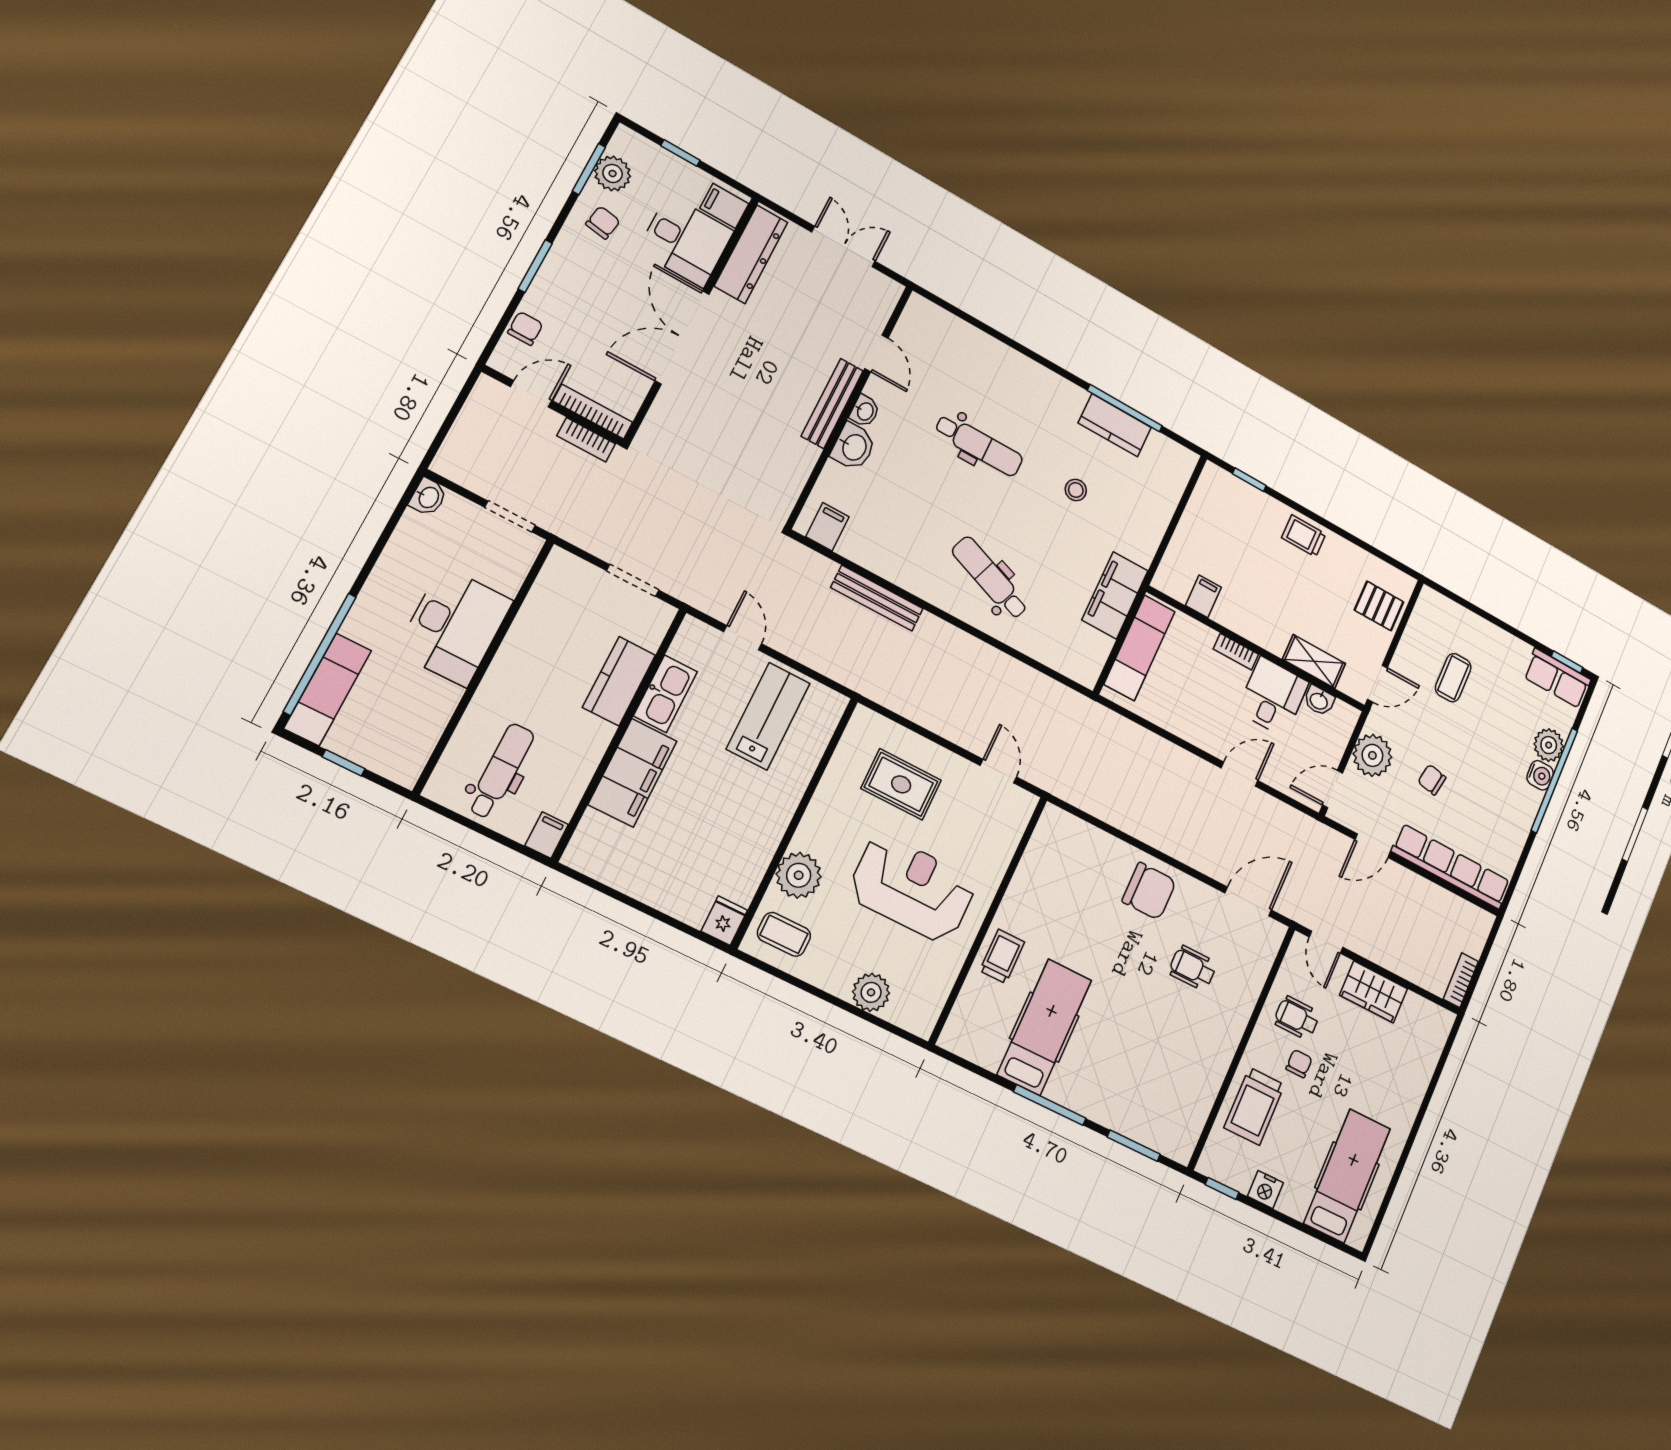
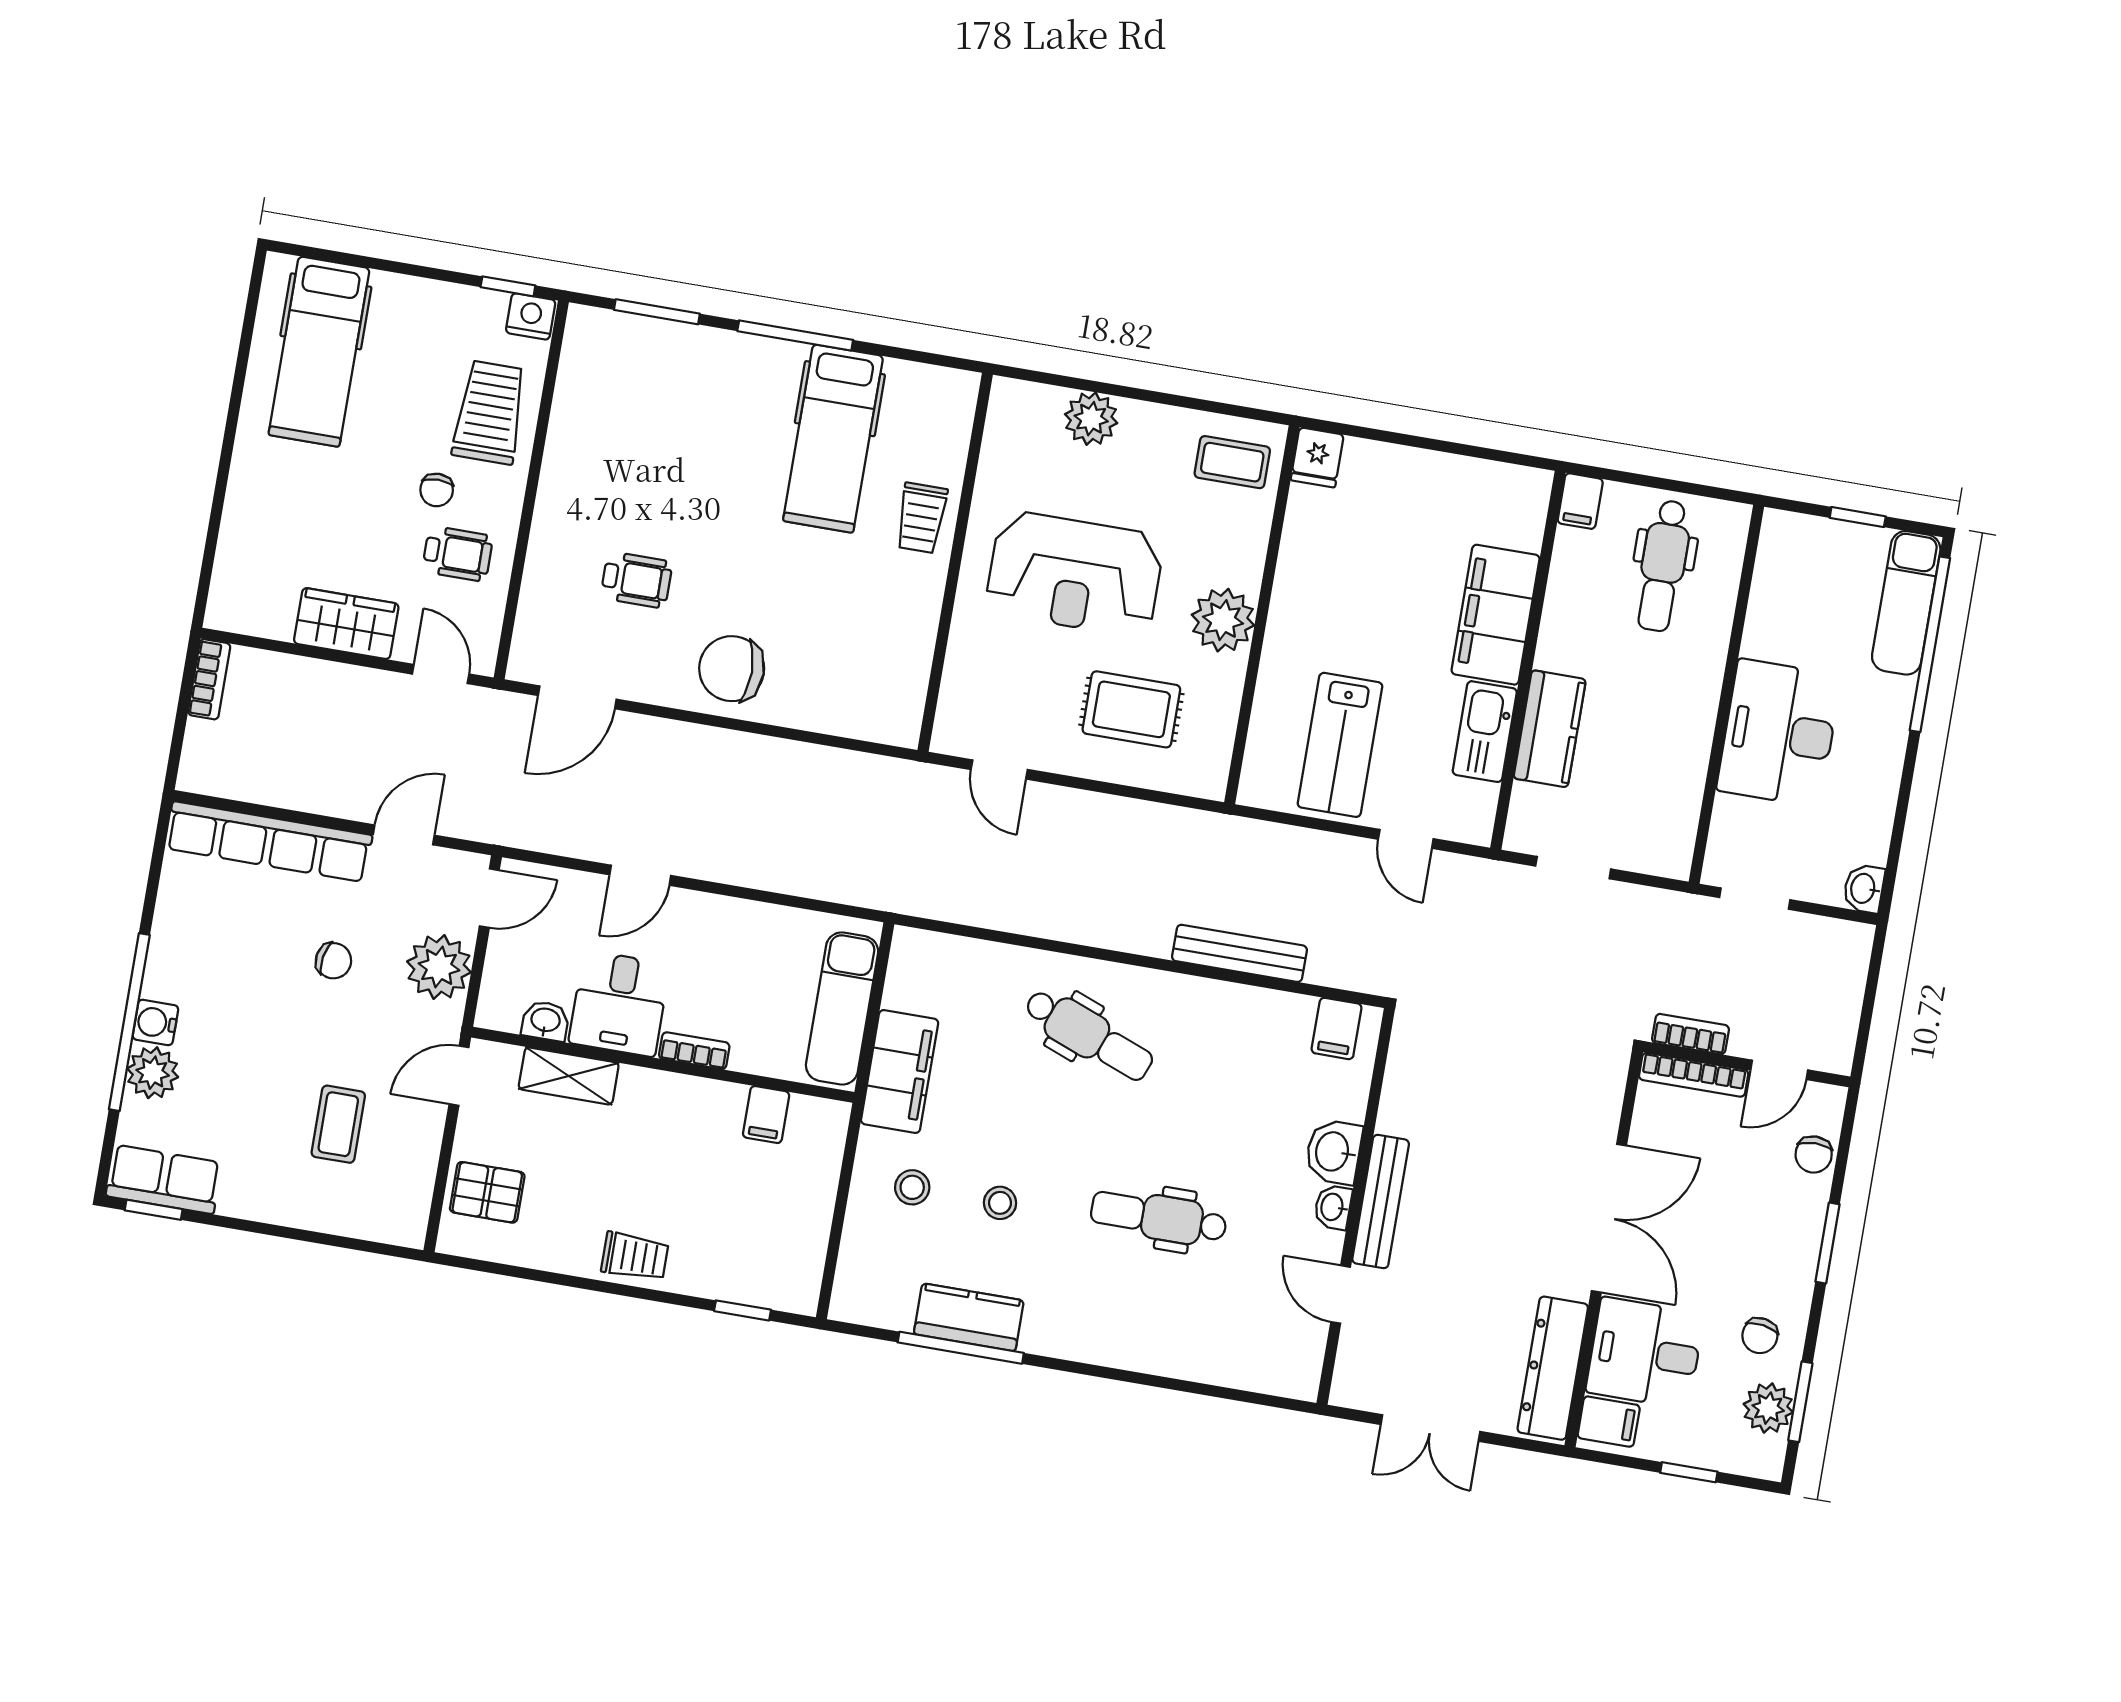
stool: (1127, 519) -> (912, 1187), added
plant: (799, 875) -> (1223, 620), moved
nightstand: (1265, 1190) -> (531, 316), moved

